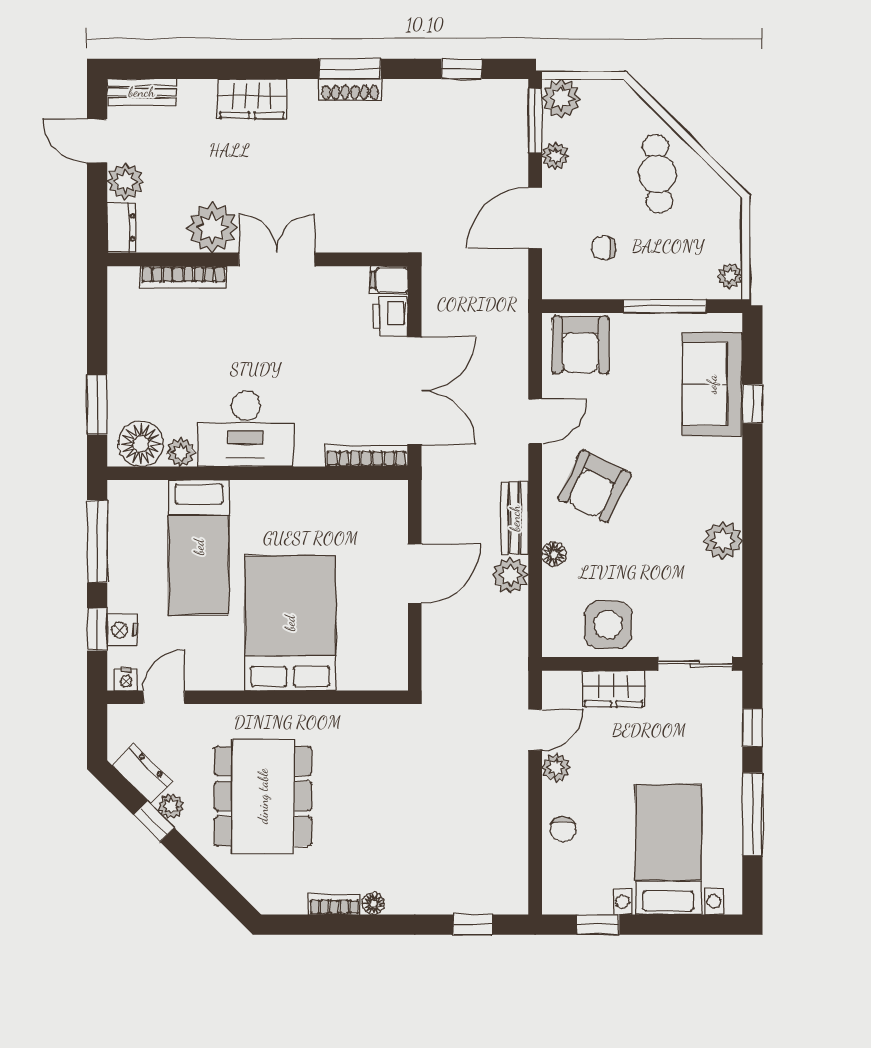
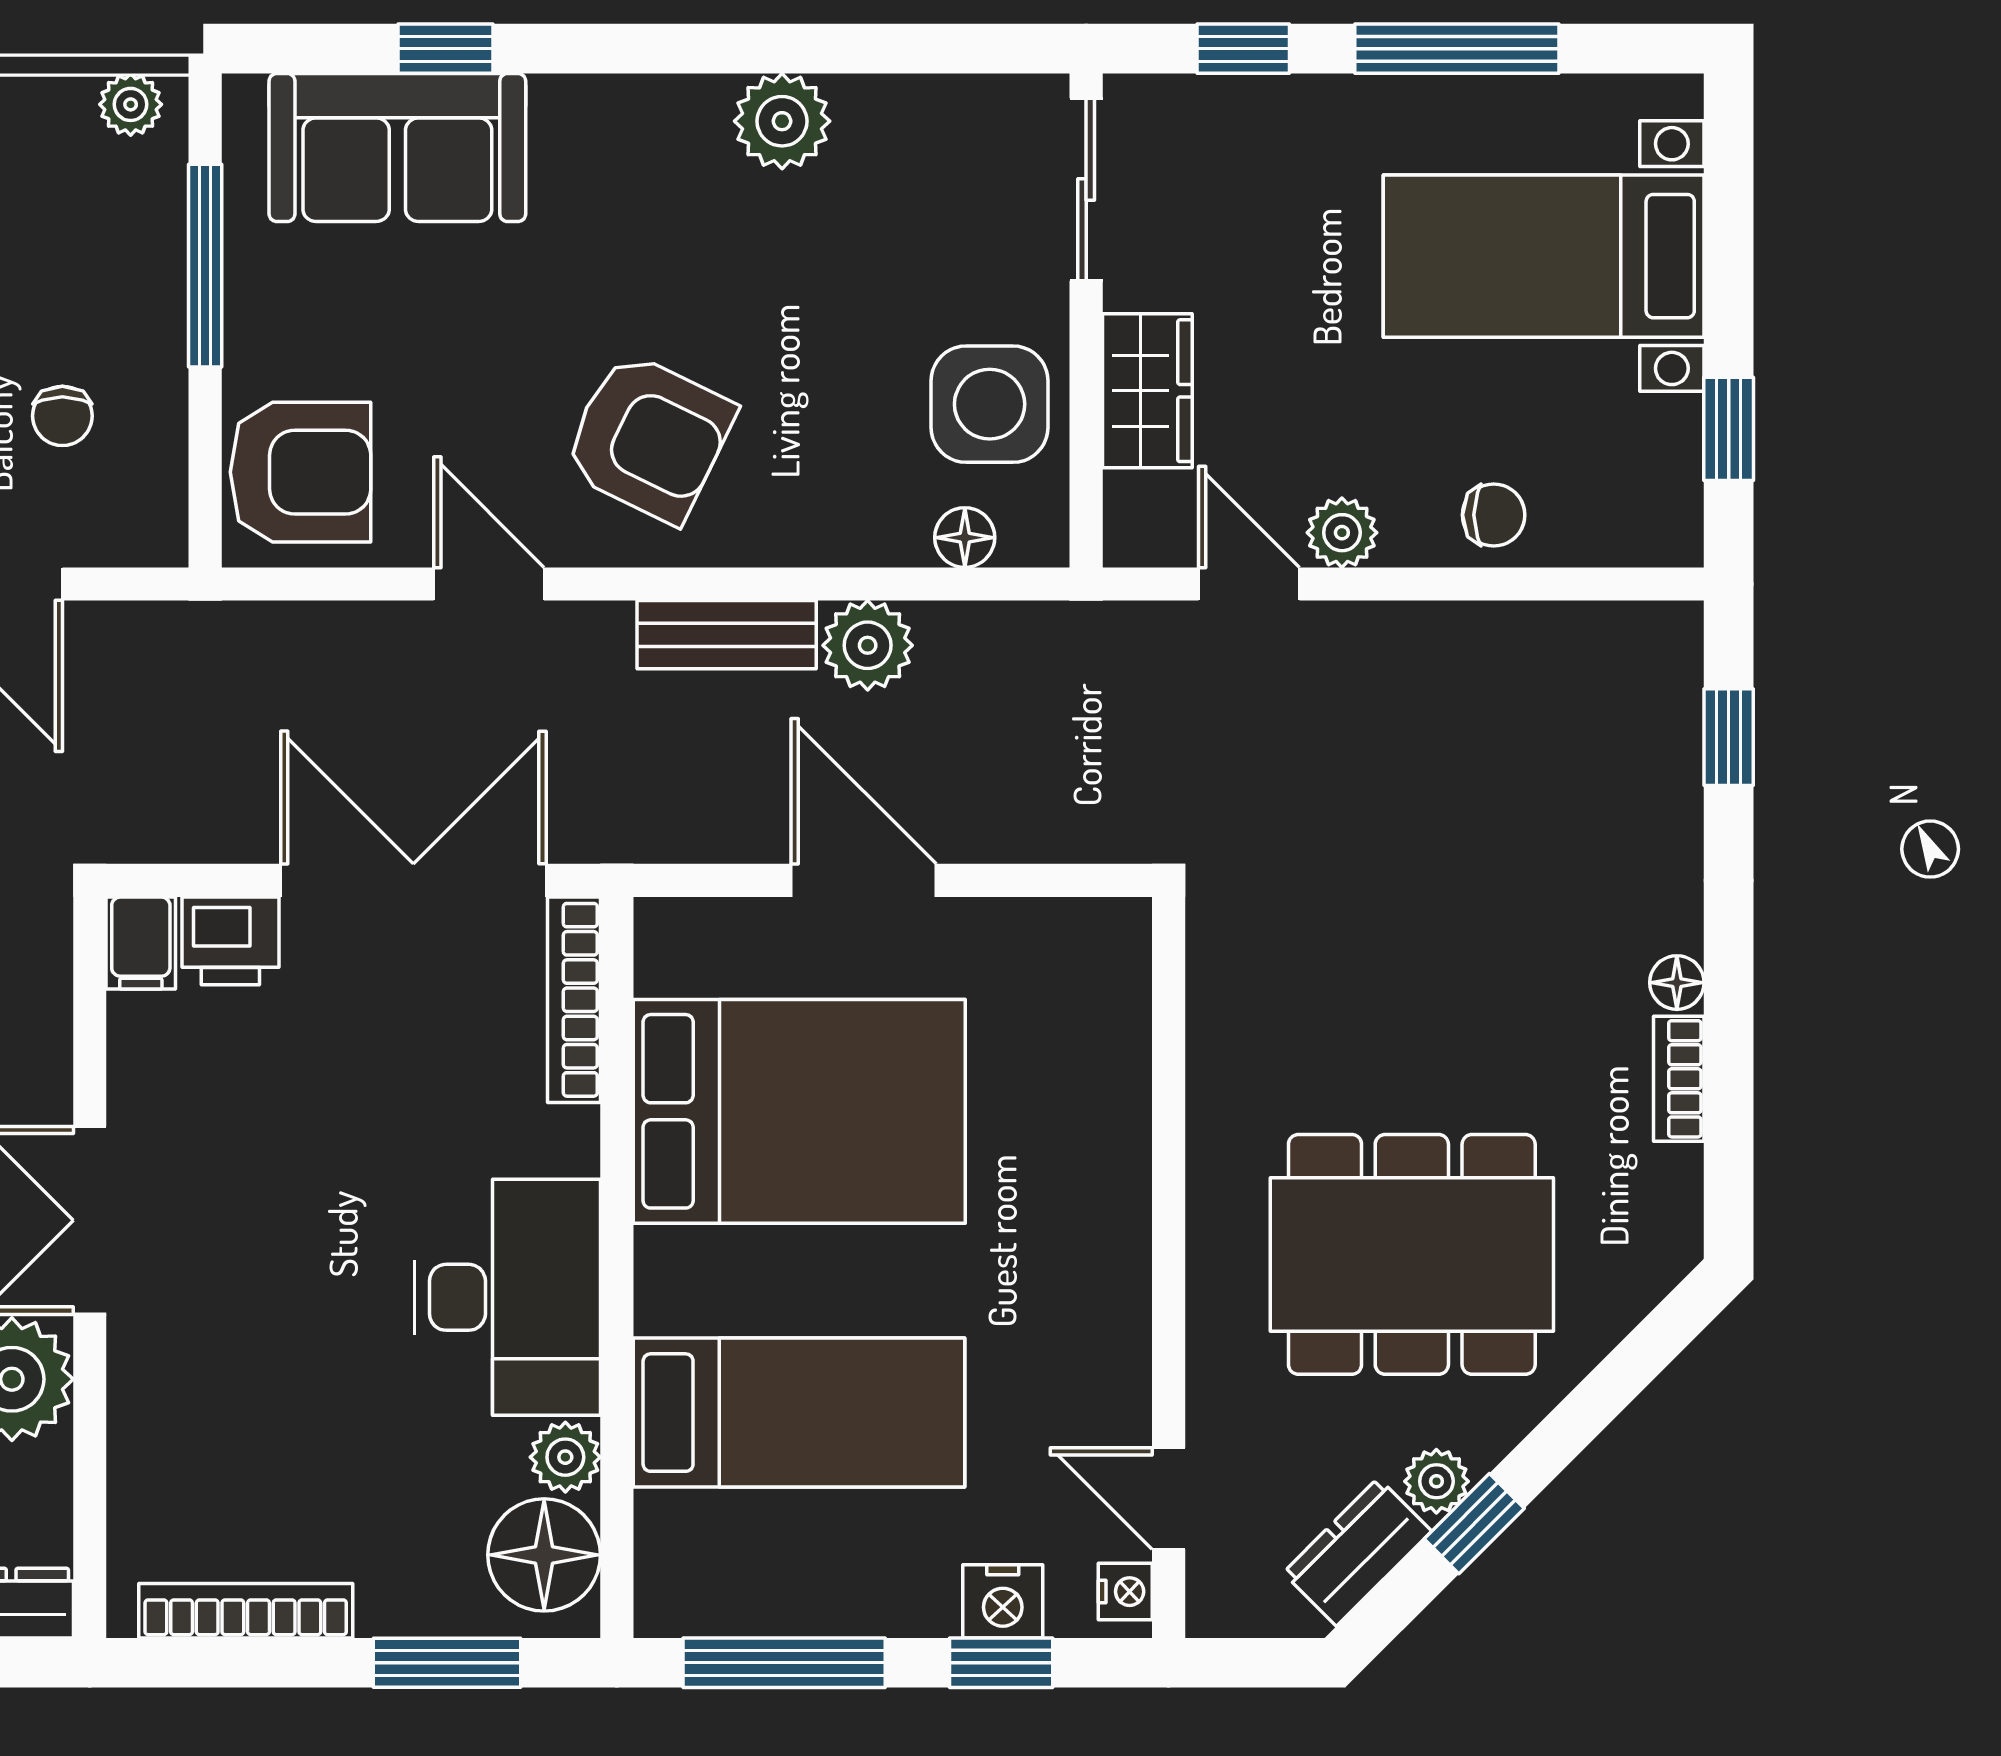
bookcase: (183, 277) -> (246, 1611), moved, turned -90
floor lamp: (554, 554) -> (965, 538), moved
bed: (290, 623) -> (799, 1111), moved, turned 180

